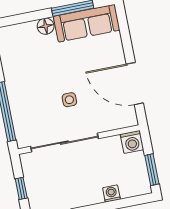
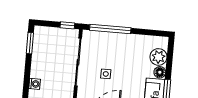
plant: (25, 34) -> (158, 57), added
window: (21, 188) -> (67, 25), moved

